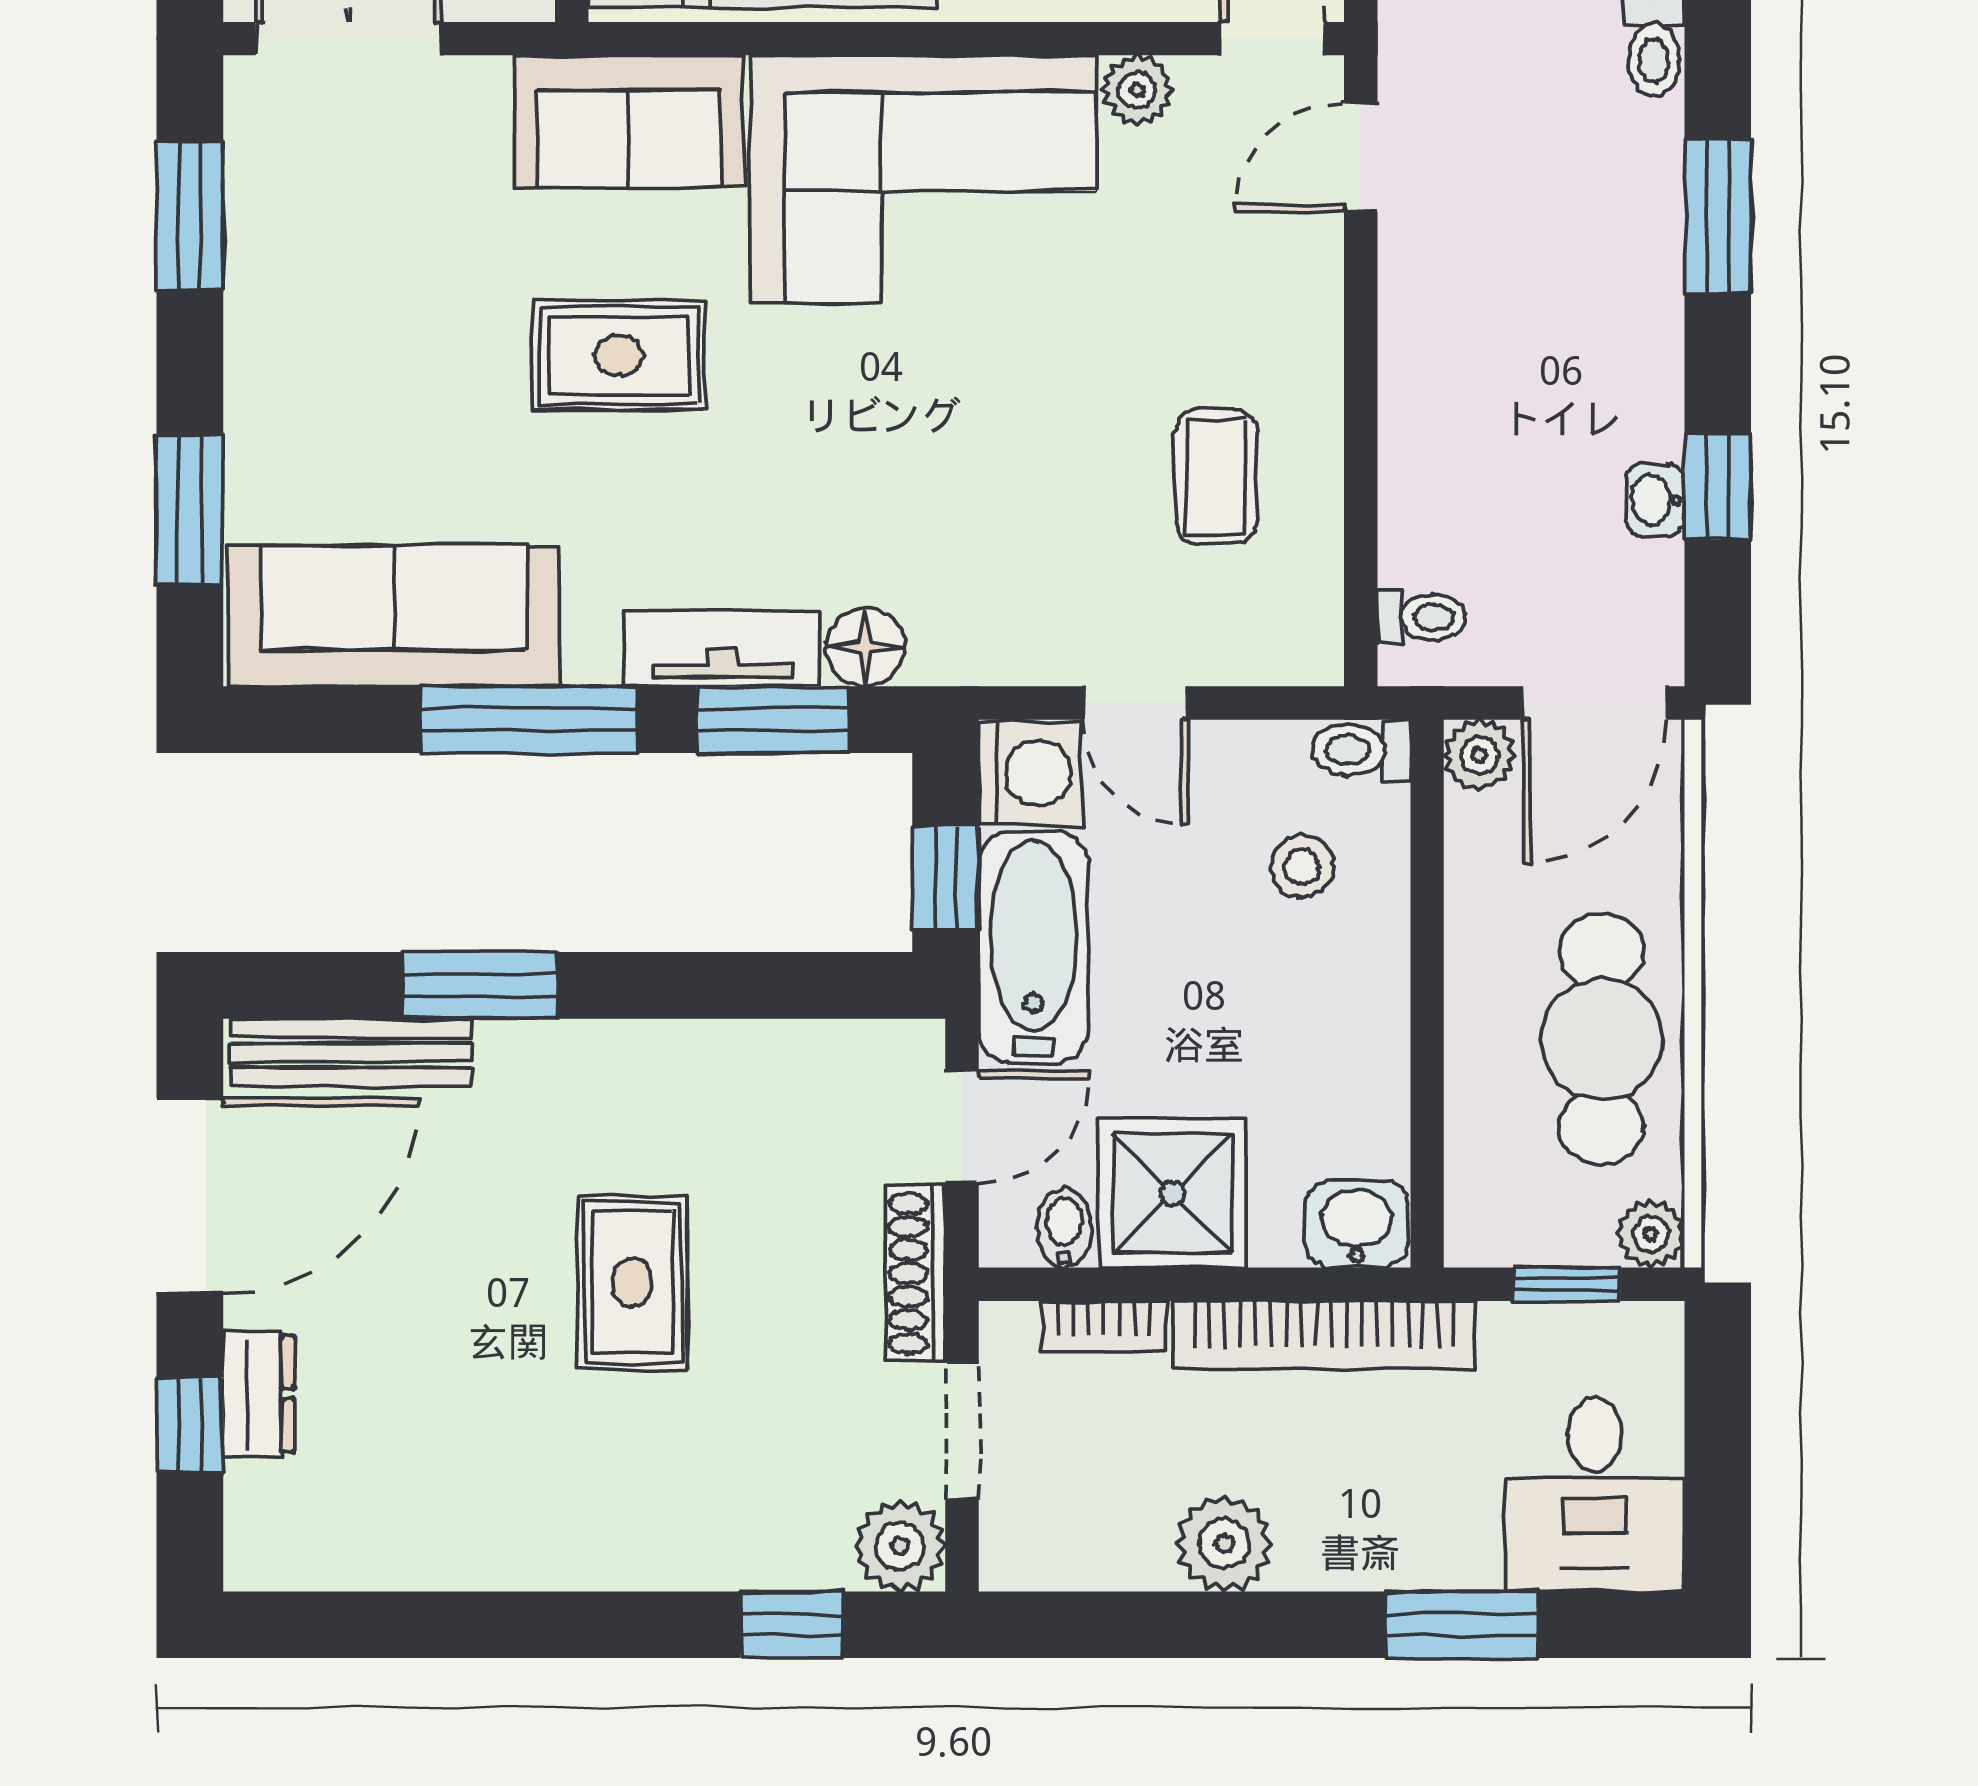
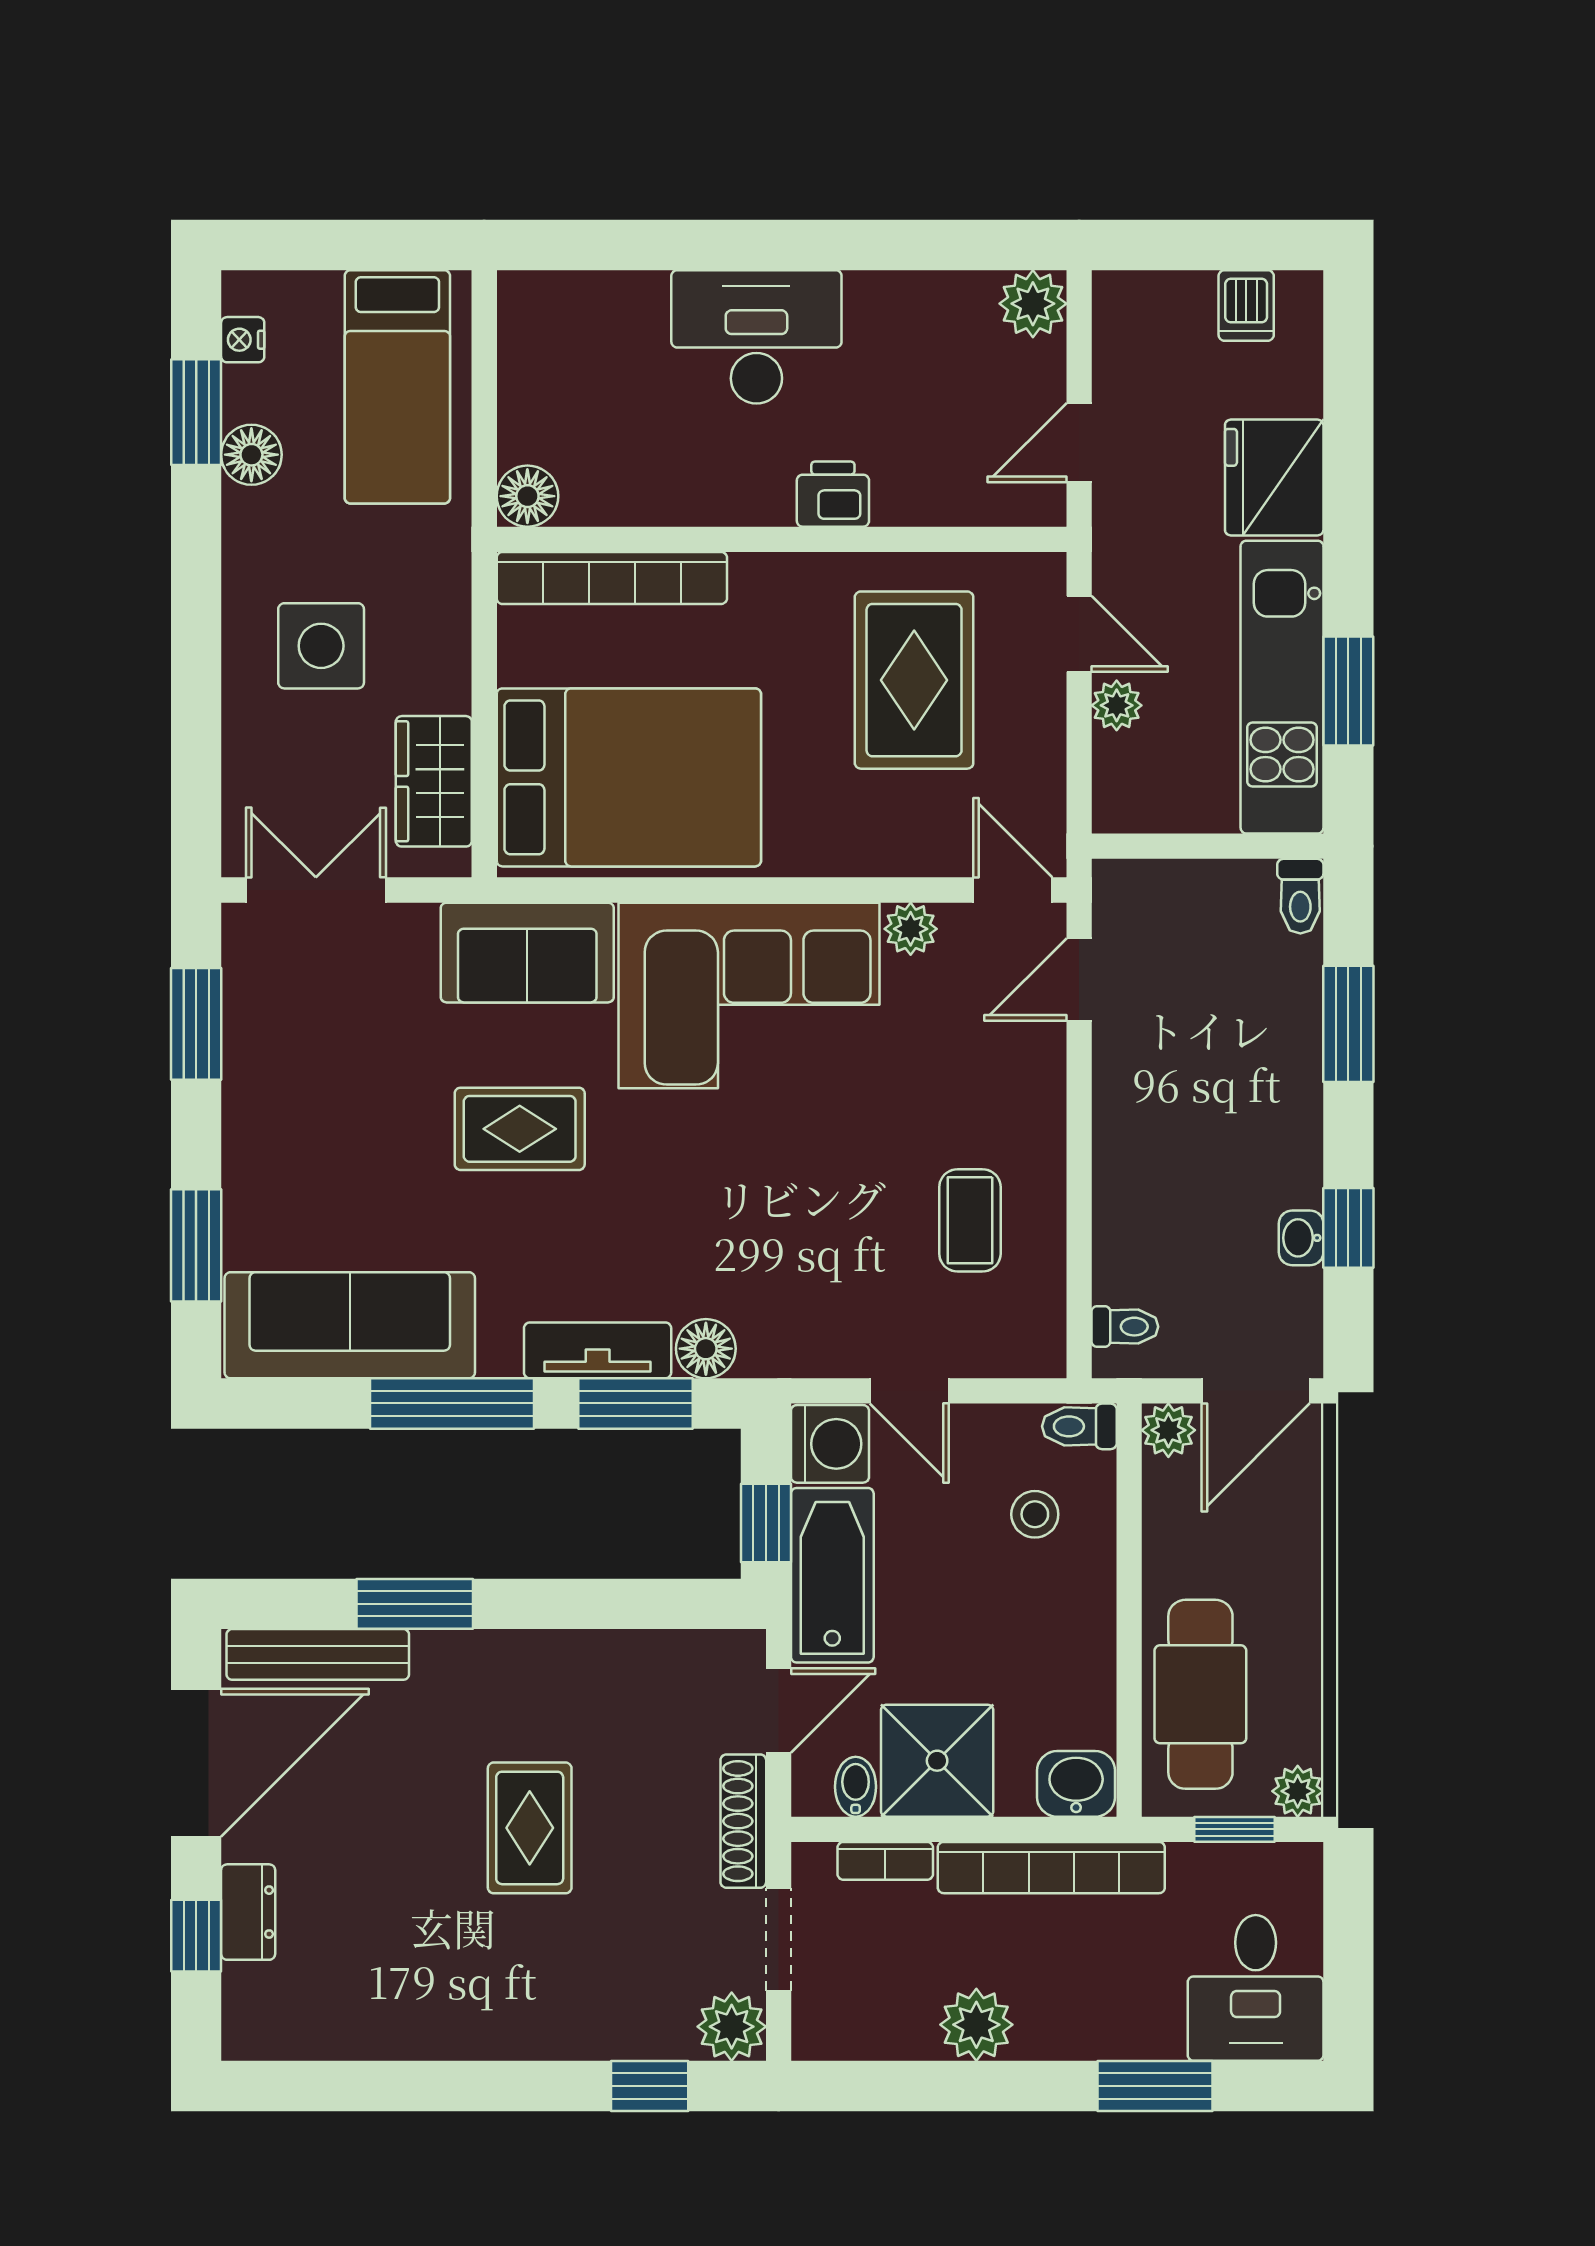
cafe table: (1602, 1039) -> (1200, 1694), moved

